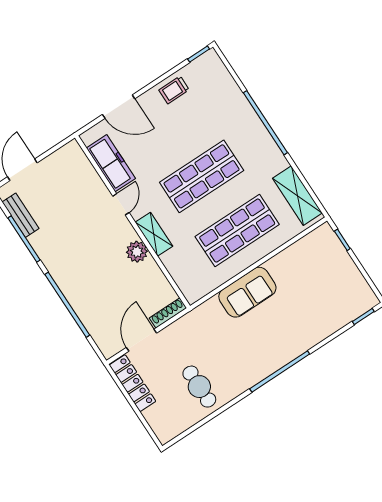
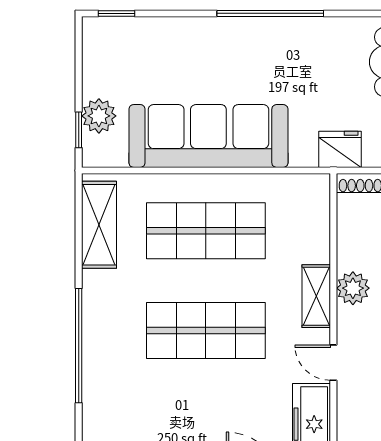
door: (121, 204) -> (333, 363), hinge flipped
plant: (336, 255) -> (99, 116), added
sofa: (247, 292) -> (208, 136), width x1.85, depth x1.27
fridge: (193, 323) -> (340, 149), added

